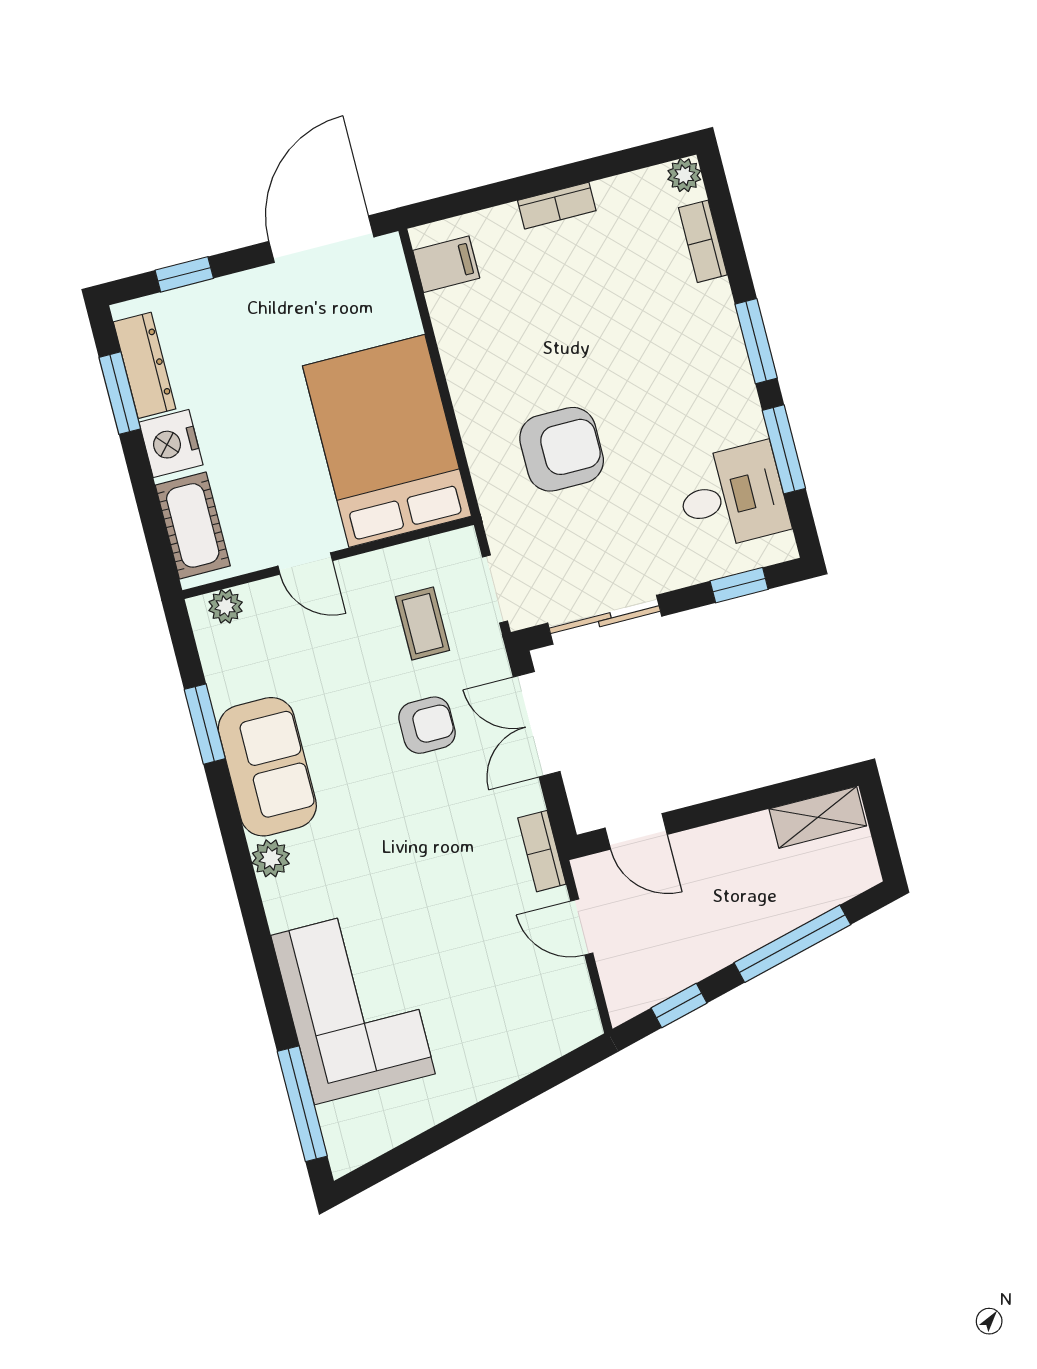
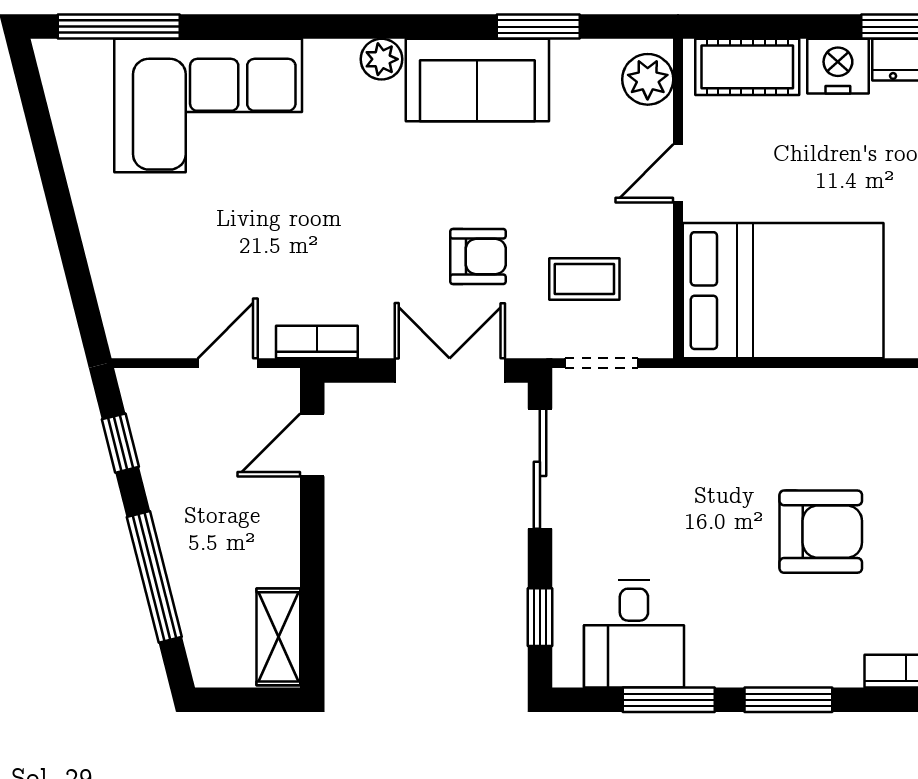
armchair: (562, 449) -> (821, 532), moved, turned -90
plant: (226, 606) -> (648, 79), width x1.38, depth x1.38
armchair: (427, 725) -> (478, 257), turned -90

